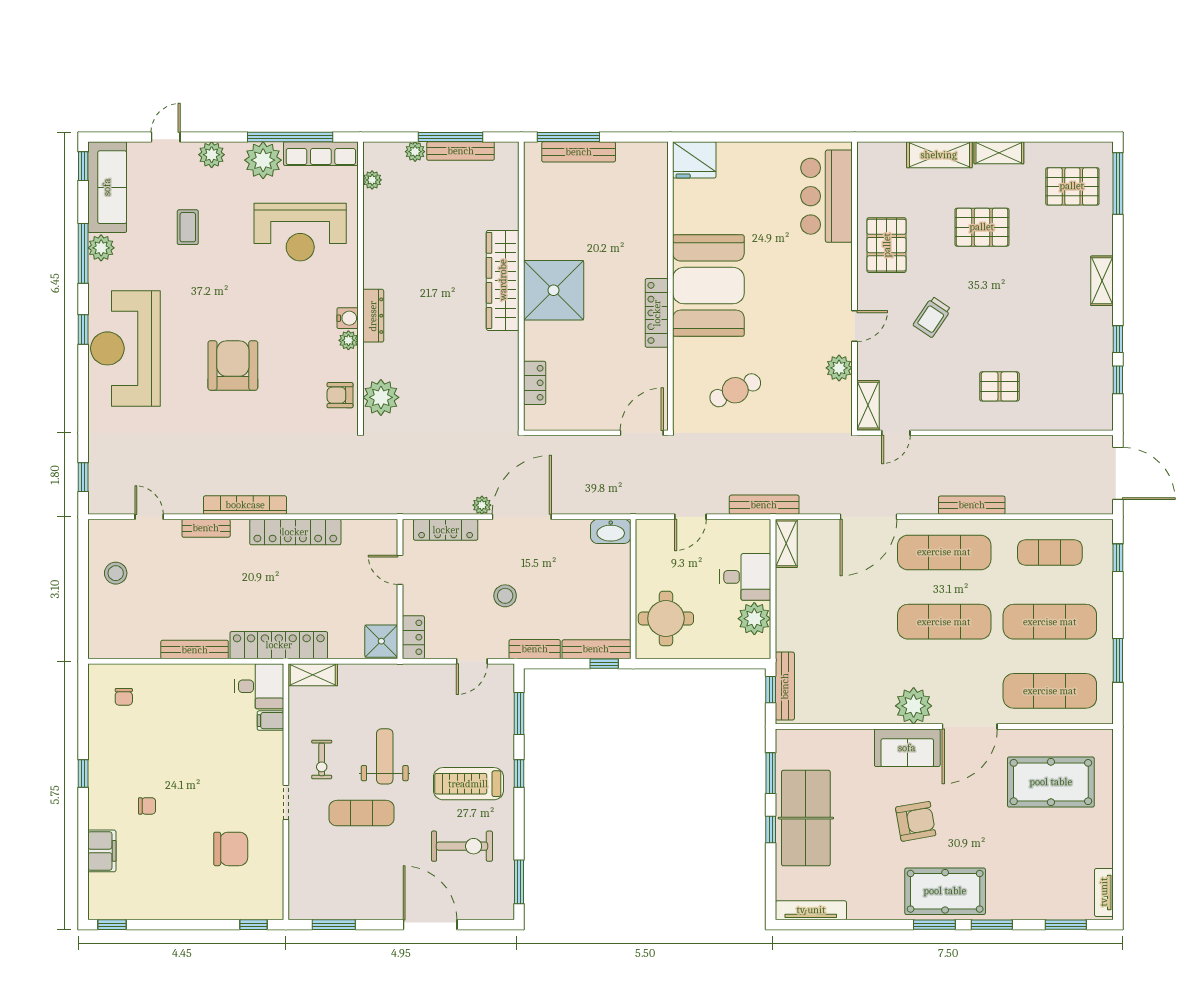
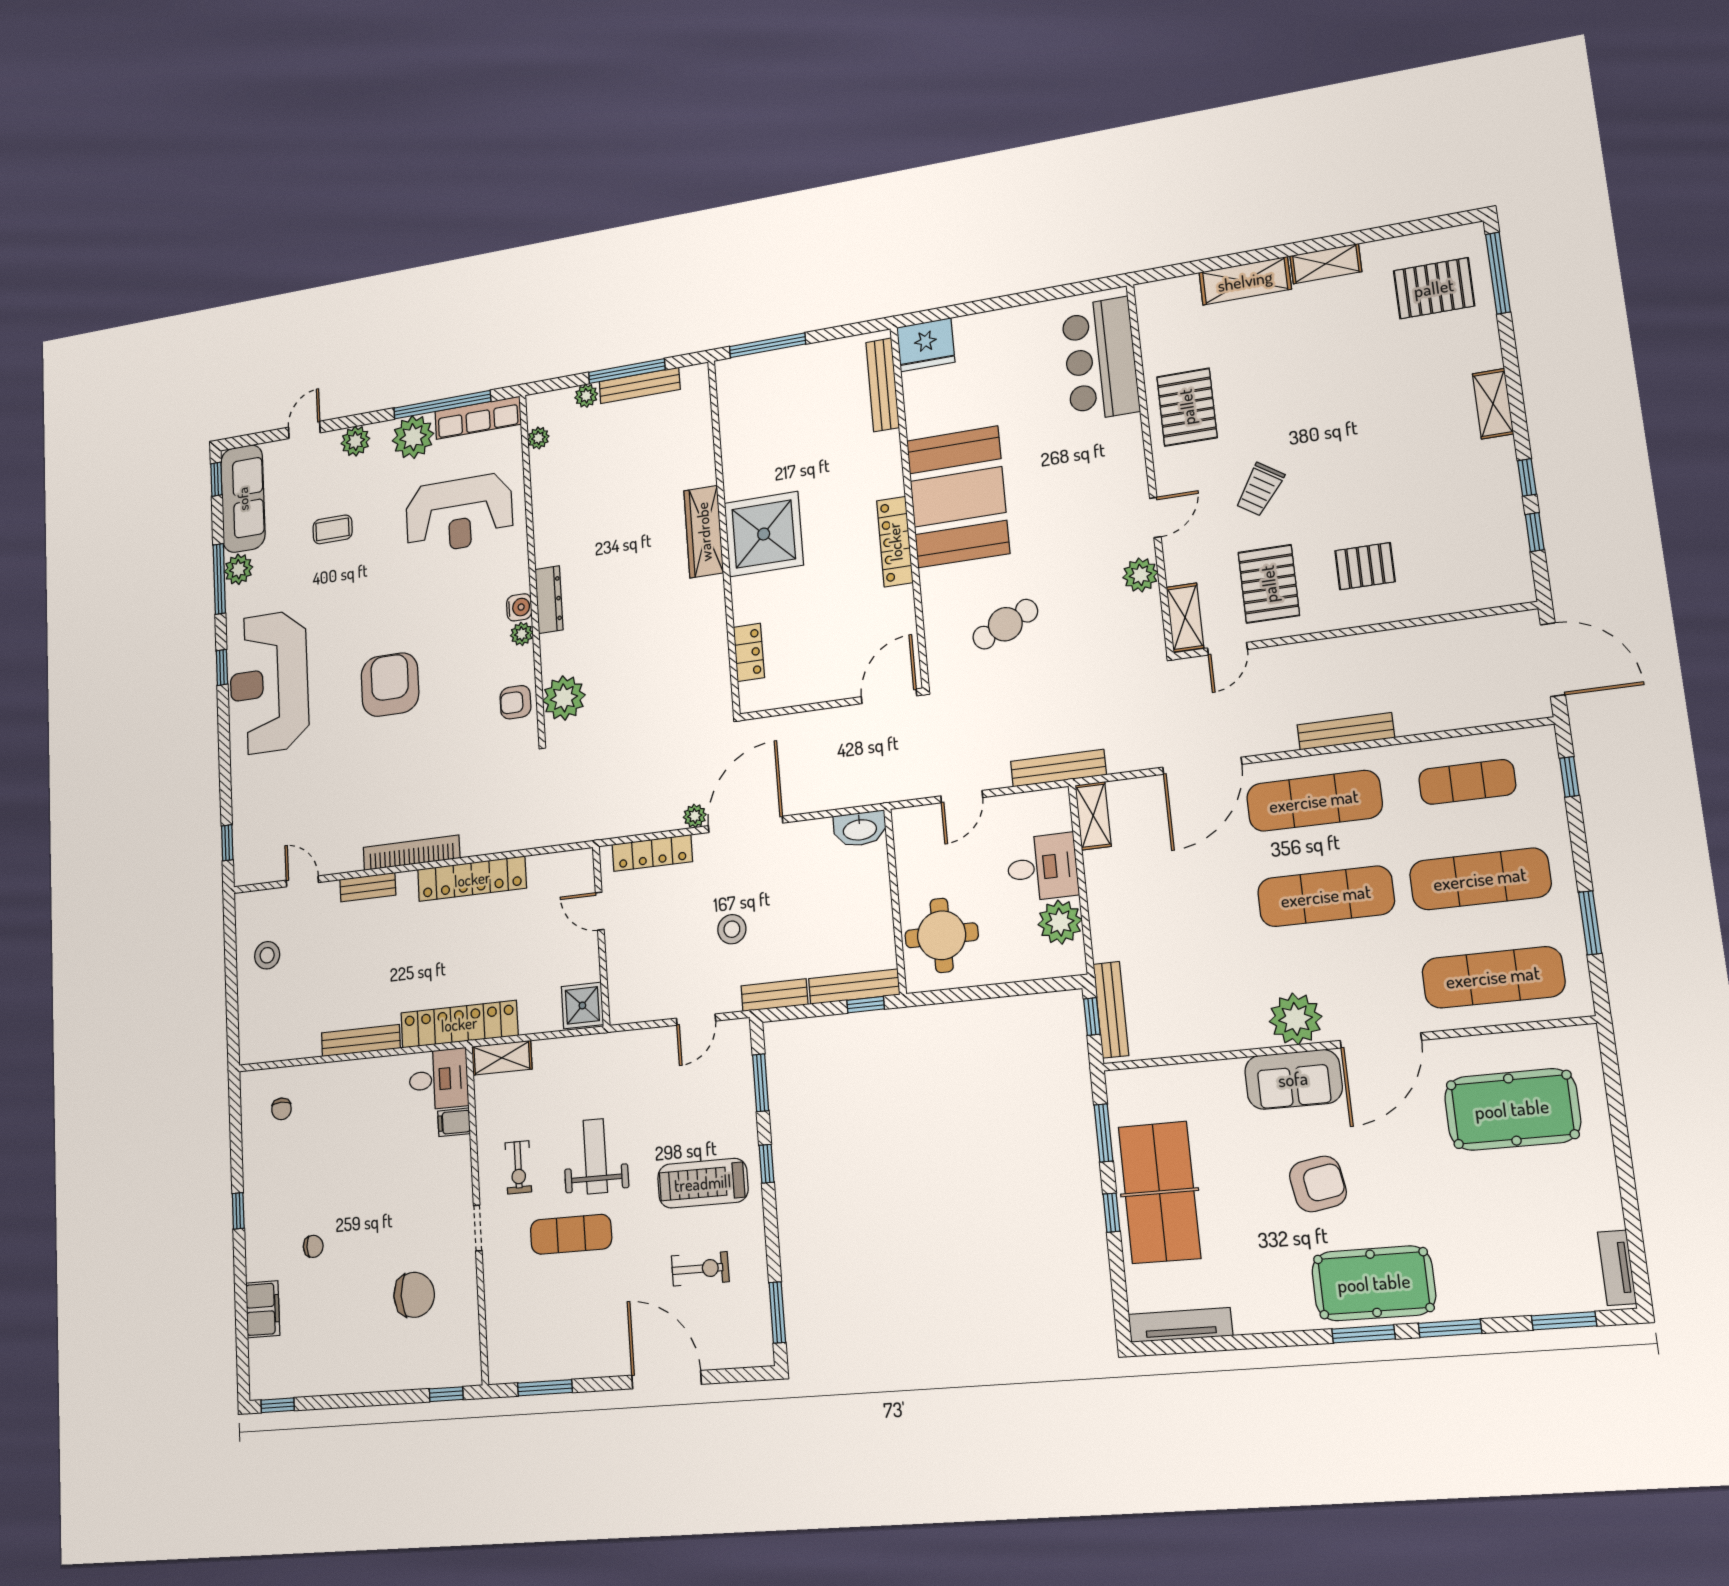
bench: (579, 152) -> (883, 385), moved, turned 90
coffee table: (188, 227) -> (333, 529), turned 90
pallet: (982, 227) -> (1269, 584), moved, turned 90
wardrobe: (503, 280) -> (704, 532), width x0.71, depth x0.85
locker: (413, 637) -> (621, 996), removed
exercise bike: (462, 846) -> (700, 1269), width x0.73, depth x0.72

